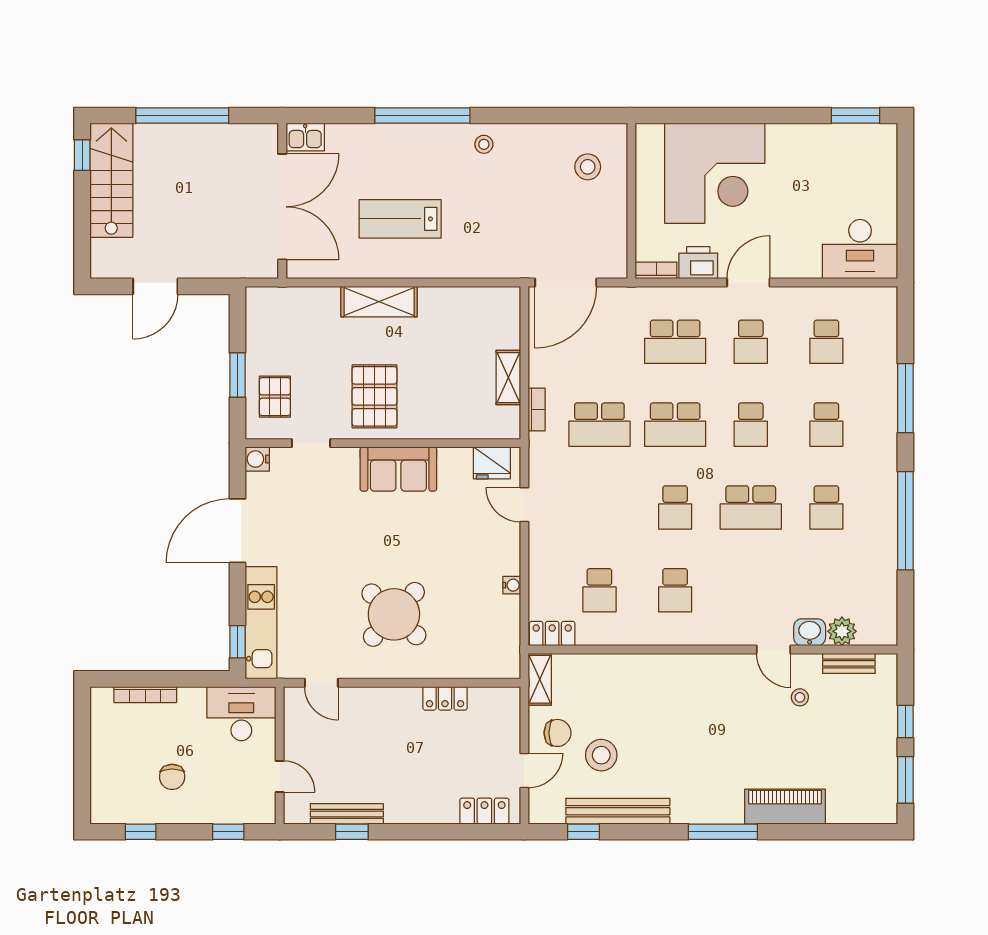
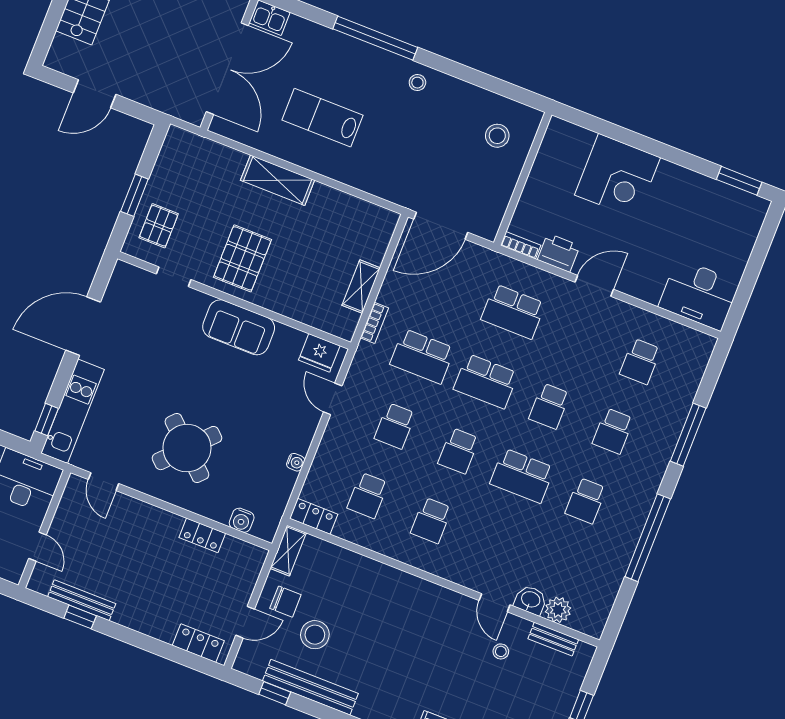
corner desk: (715, 173) -> (618, 176), width x0.74, depth x0.74
school desk: (751, 342) -> (395, 426), moved
water cooler: (257, 459) -> (242, 520), moved, turned -90

